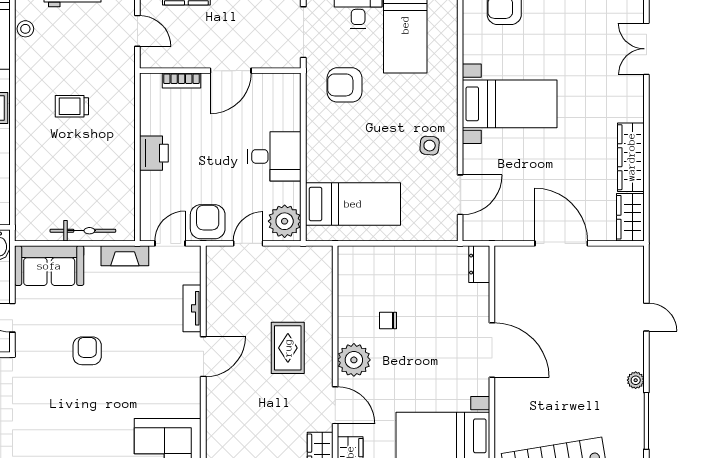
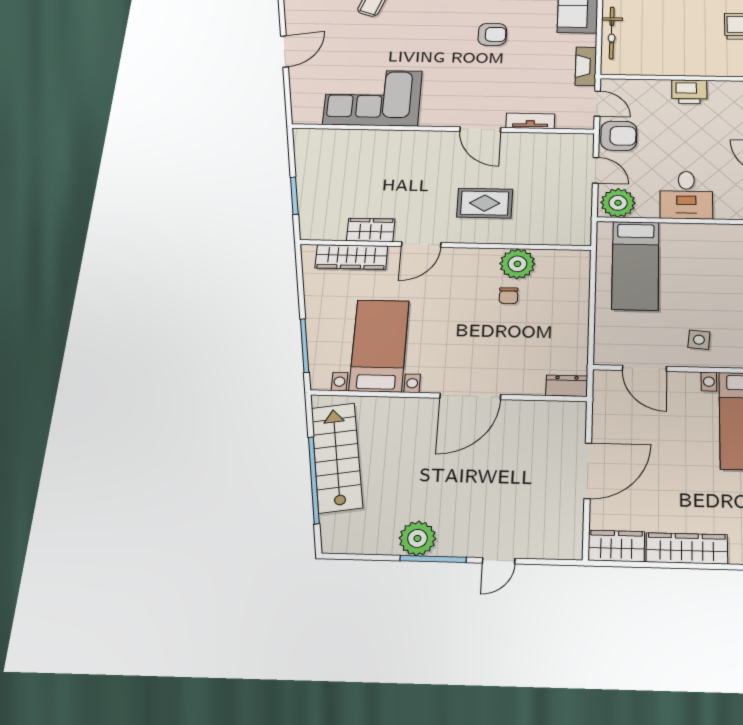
chair: (388, 321) -> (509, 296), turned 180
plant: (354, 360) -> (517, 264), moved
plant: (636, 380) -> (417, 538), width x1.88, depth x1.88
window: (646, 421) -> (433, 559), moved

